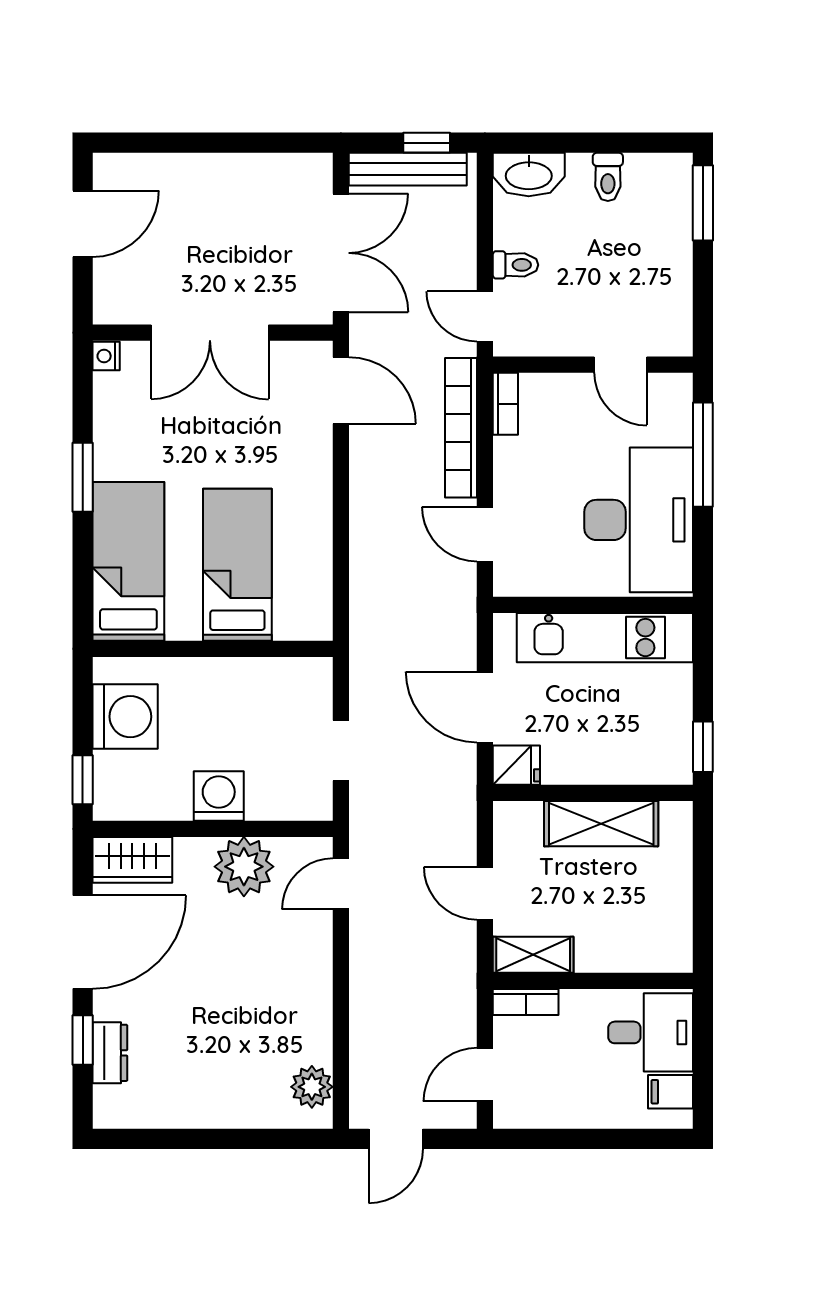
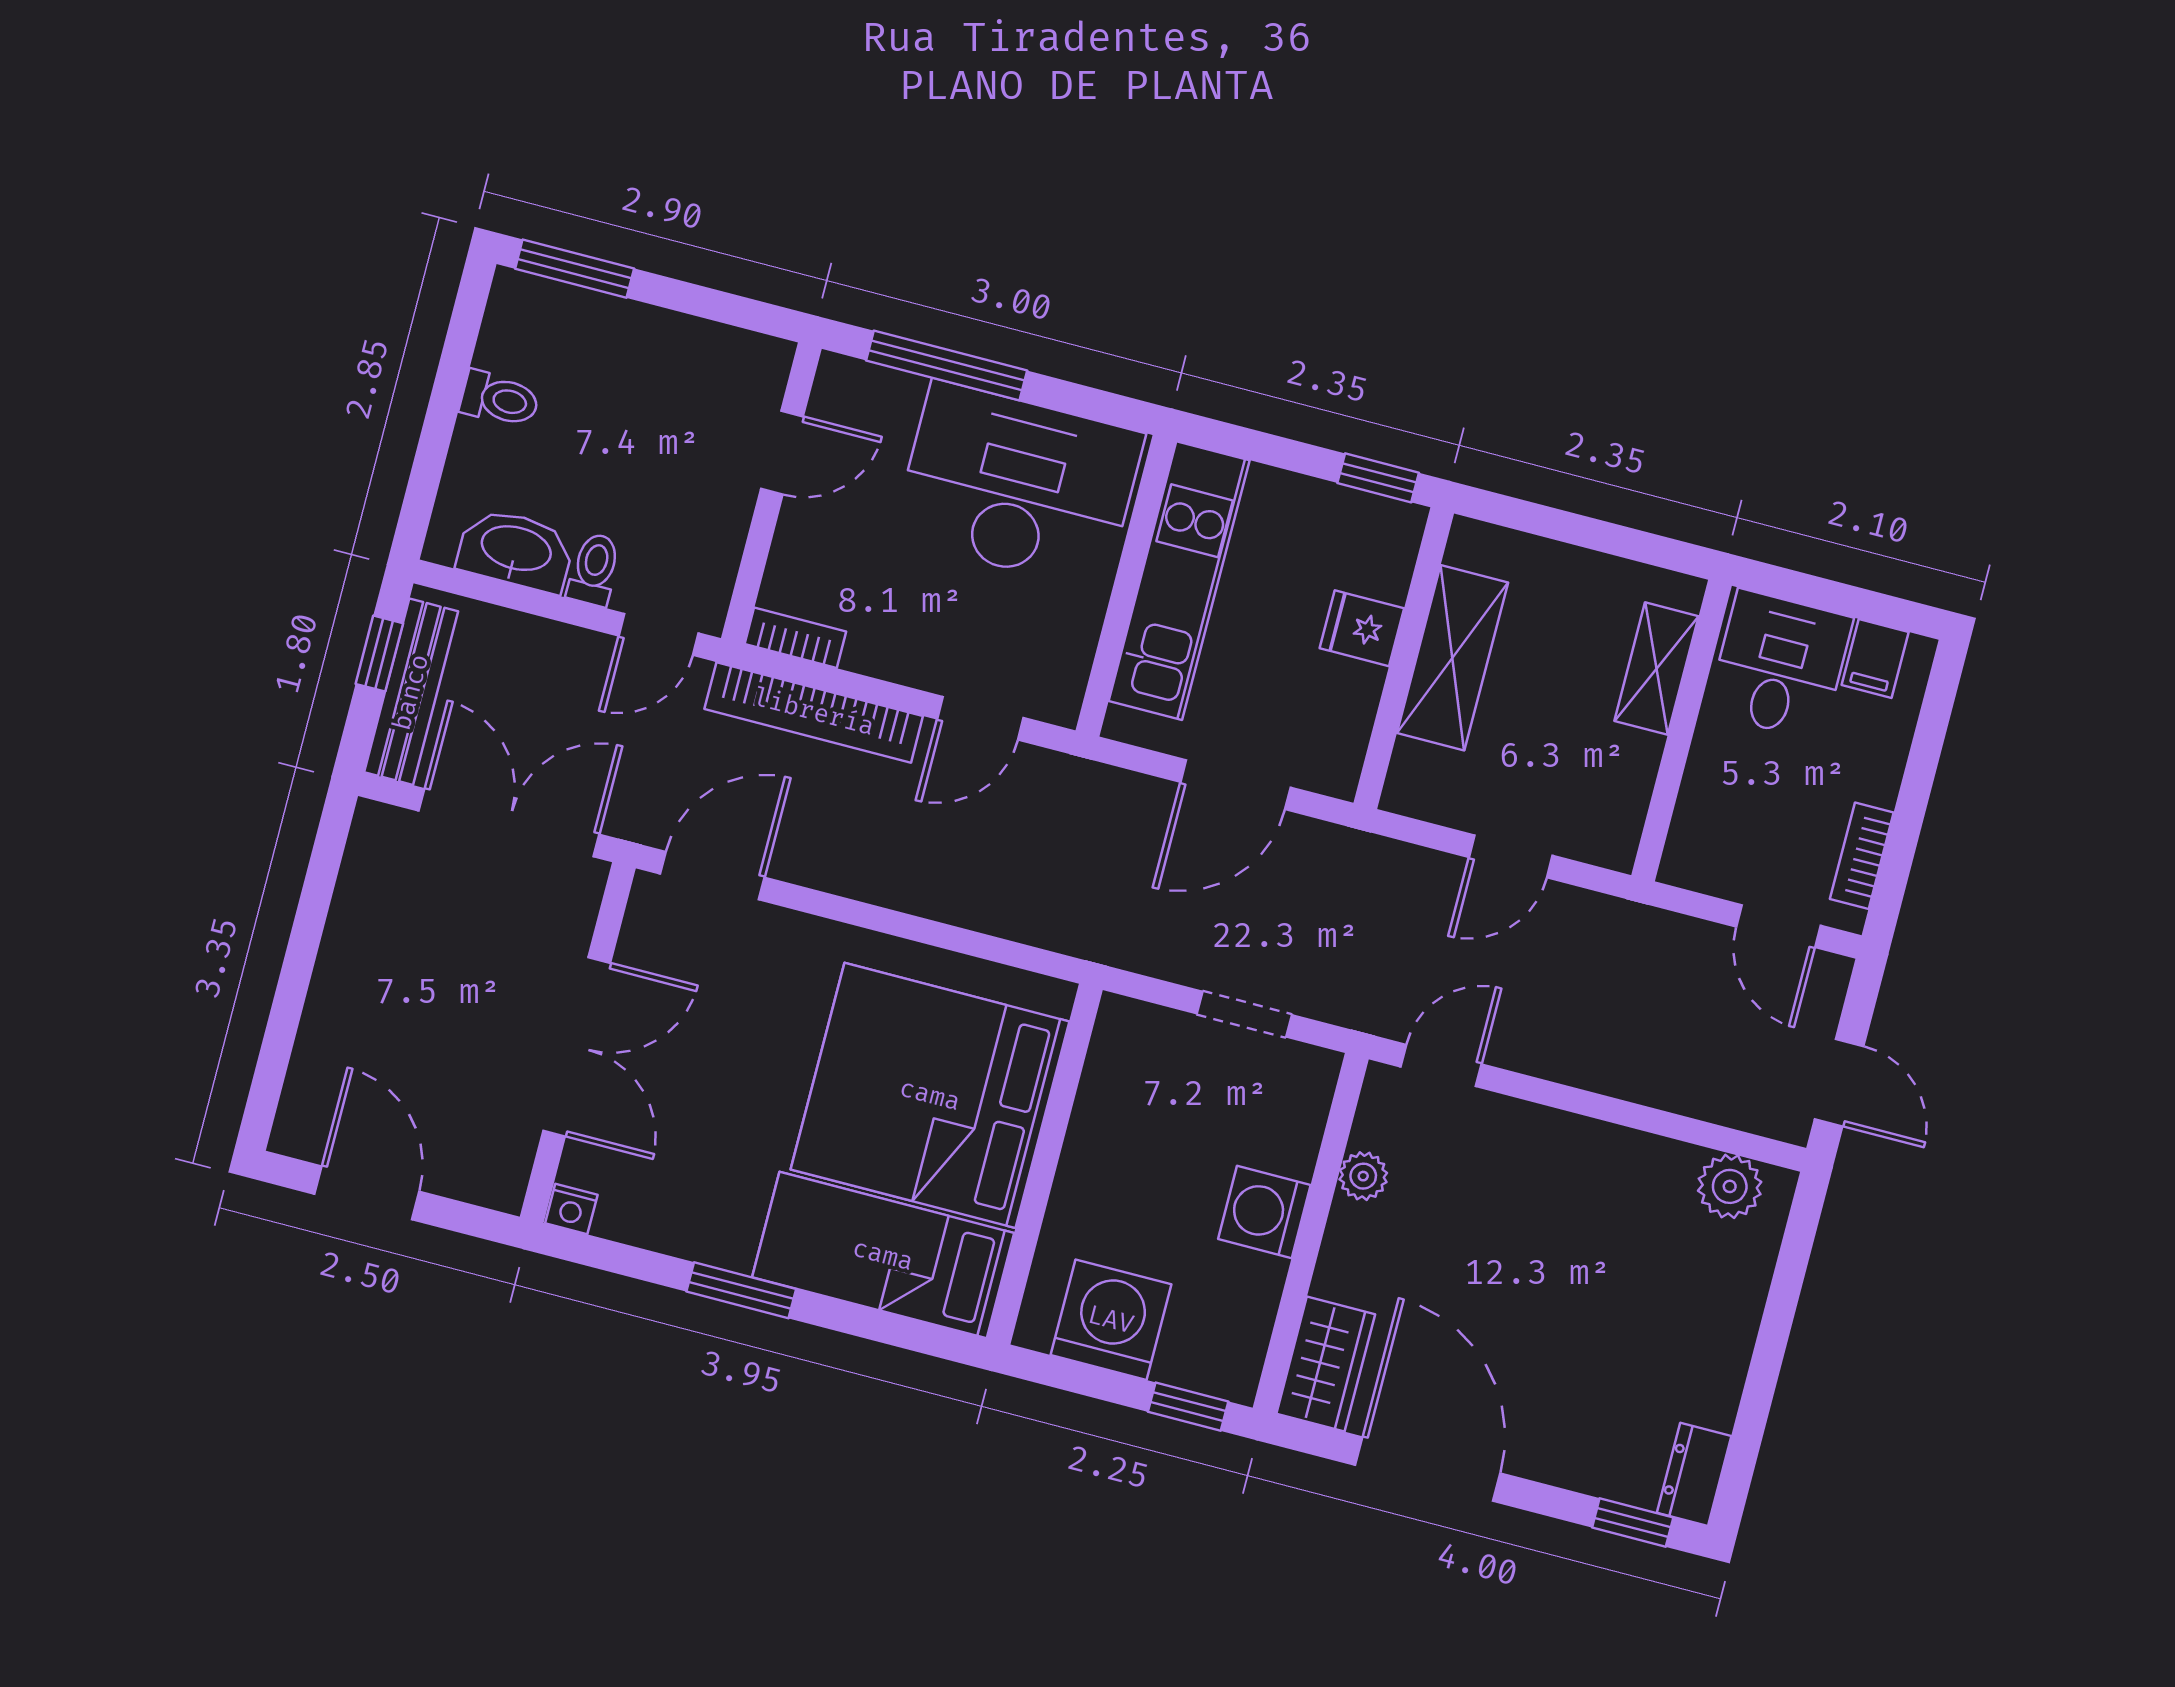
washbasin: (529, 174) -> (516, 550), moved, turned -90
bed: (237, 565) -> (930, 1095), width x2.04
fridge: (516, 765) -> (1362, 628), moved, turned -90
plant: (244, 867) -> (1363, 1176), width x0.53, depth x0.53
door: (341, 884) -> (1441, 1065), swing flipped
shelving: (533, 955) -> (1656, 669), moved
bookcase: (526, 1002) -> (1862, 856), moved, turned 180
window: (83, 1040) -> (1633, 1522), moved
dresser: (110, 1053) -> (1694, 1474), moved, turned -90

